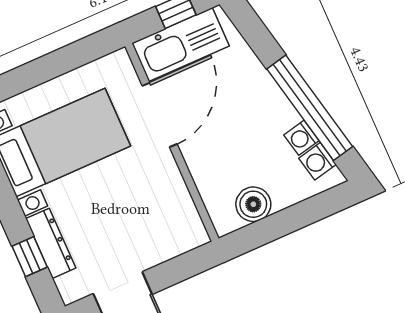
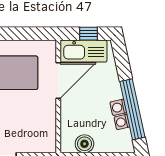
washing machine: (317, 161) -> (118, 107), moved

